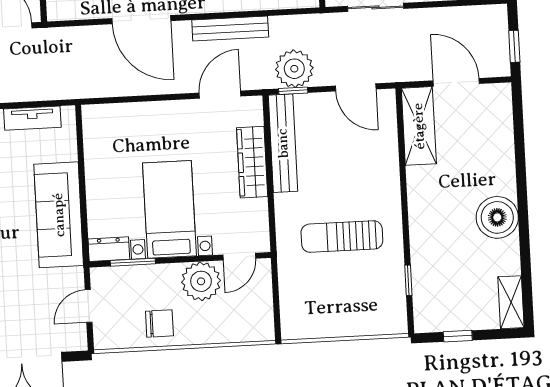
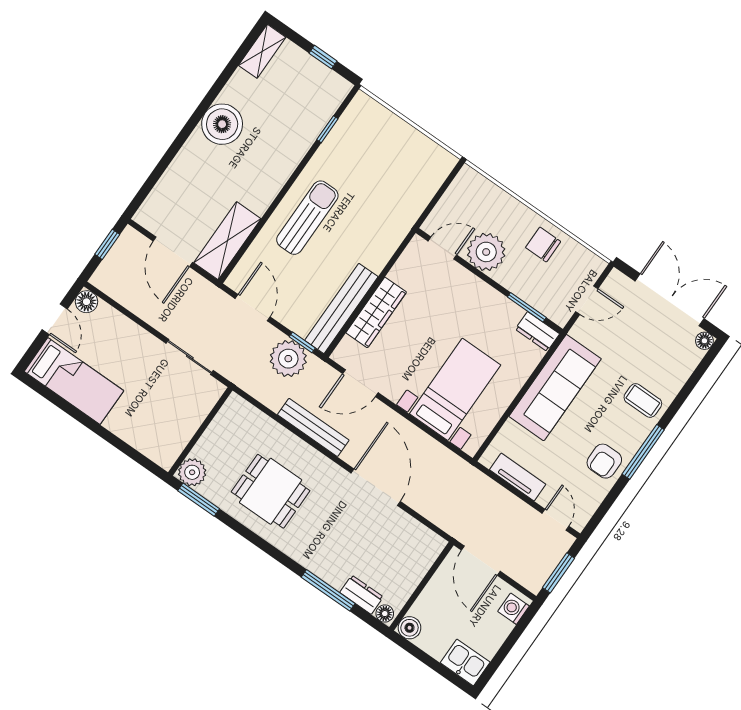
bed with nightstands: (169, 209) -> (455, 389), moved, turned 180
sun lounger: (342, 237) -> (307, 218), moved, turned -90

